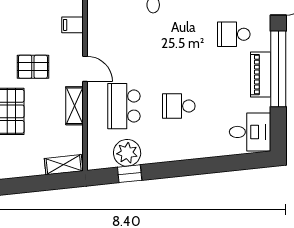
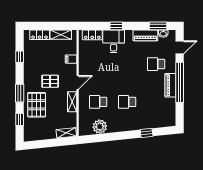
door: (85, 69) -> (78, 82), hinge flipped
school desk: (124, 106) -> (98, 102), width x0.54
desk: (250, 132) -> (165, 116), removed
window: (130, 174) -> (147, 133), moved

